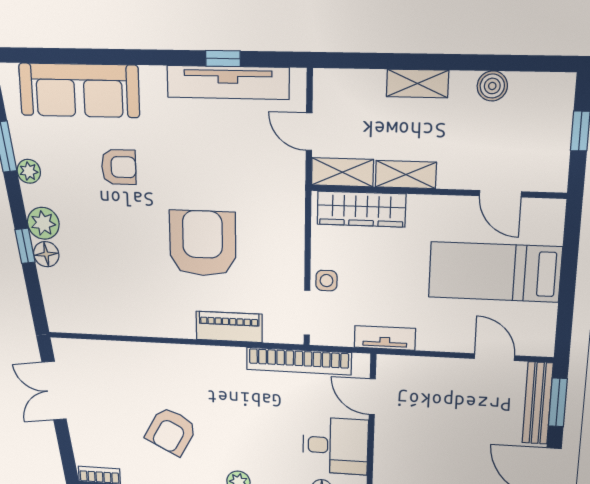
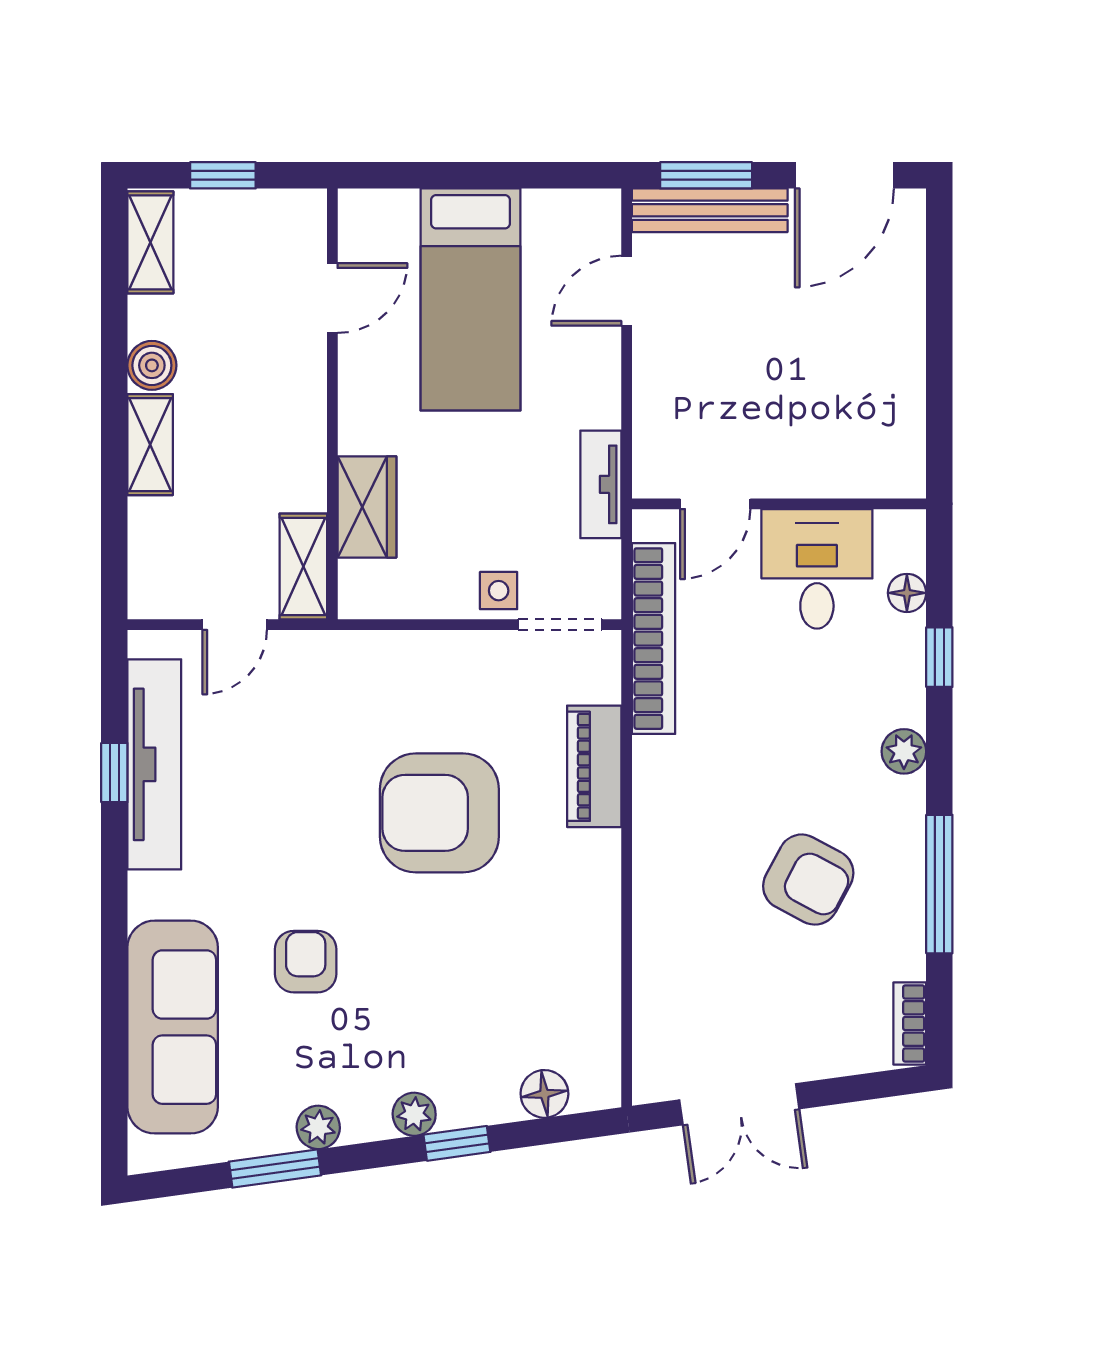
boiler: (492, 86) -> (152, 365), moved
shelving: (406, 175) -> (150, 242), moved
wardrobe: (361, 209) -> (367, 507), width x0.67
plant: (43, 223) -> (414, 1114), width x0.73, depth x0.73
floor lamp: (46, 254) -> (544, 1094), moved

